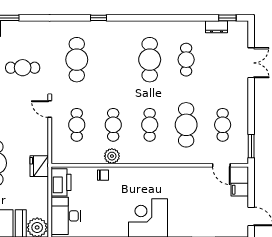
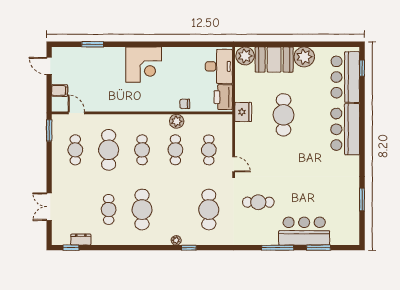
plant: (112, 26) -> (176, 240), added

